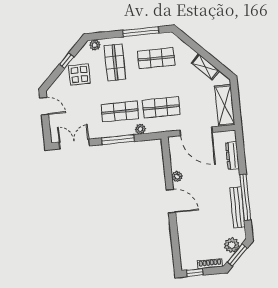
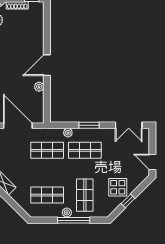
window: (141, 32) -> (74, 220), moved
plant: (95, 45) -> (67, 212), moved
window: (118, 140) -> (89, 125), width x0.69
door: (171, 201) -> (47, 65), hinge flipped

